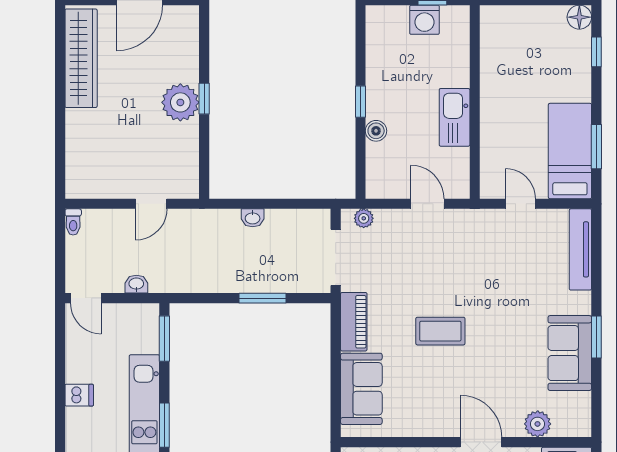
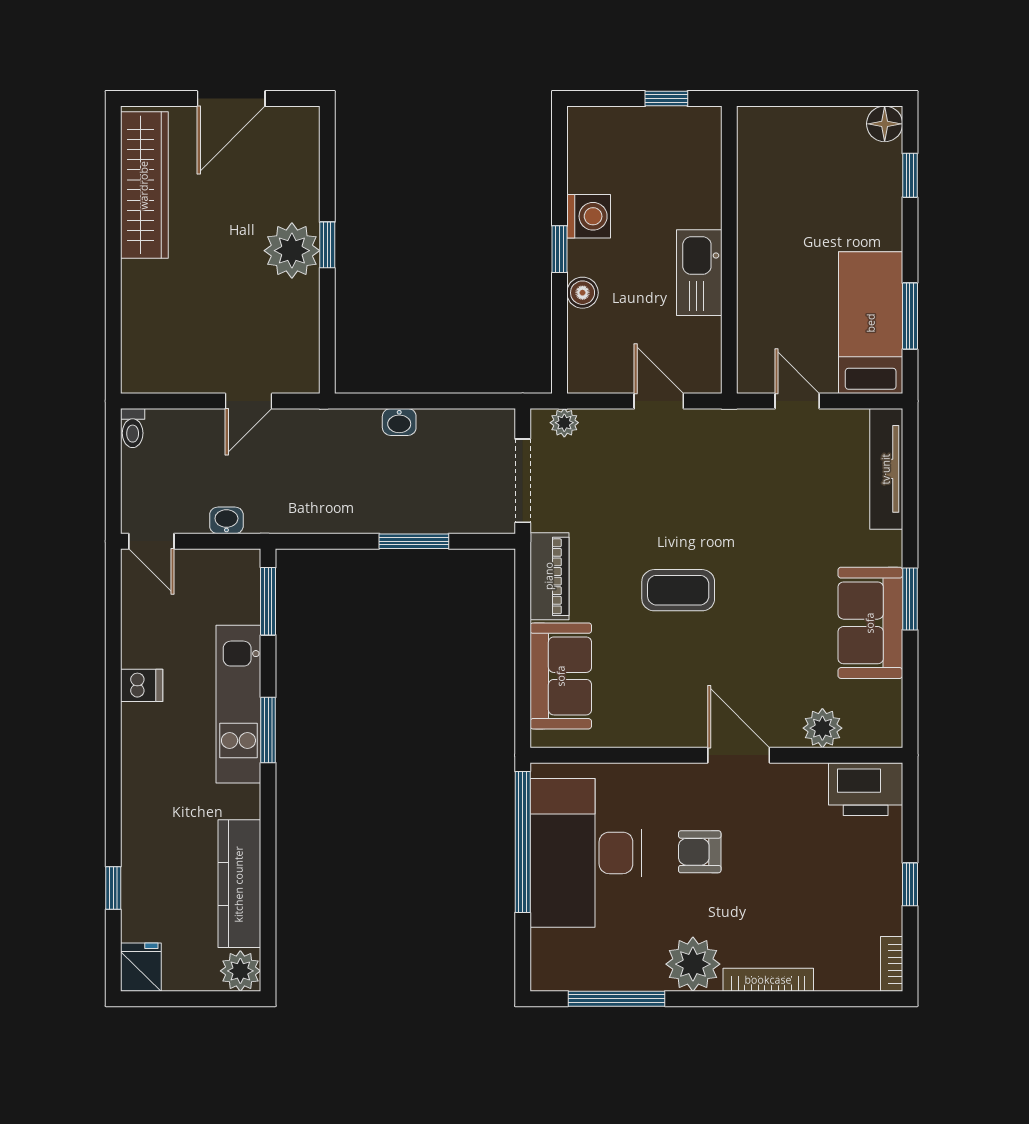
washing machine: (424, 20) -> (589, 216), moved, turned -90

